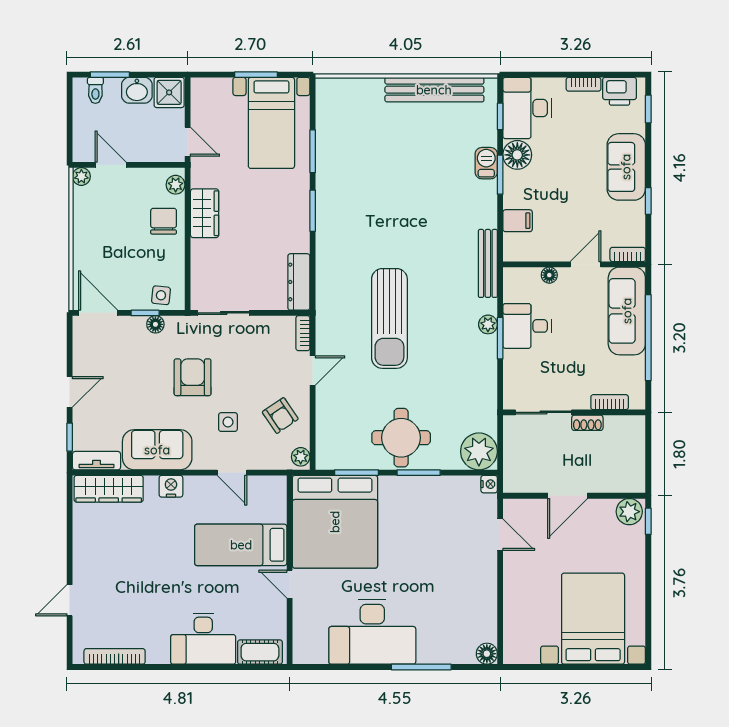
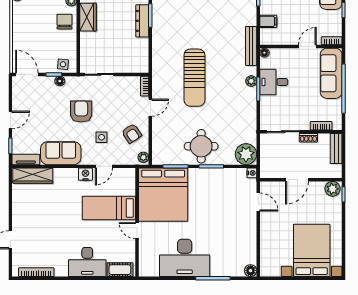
floor lamp: (549, 275) -> (264, 53), moved
dresser: (299, 282) -> (142, 21), moved
bench: (635, 442) -> (336, 148), added
door: (232, 473) -> (104, 166), hinge flipped
nightstand: (171, 486) -> (85, 174), moved

